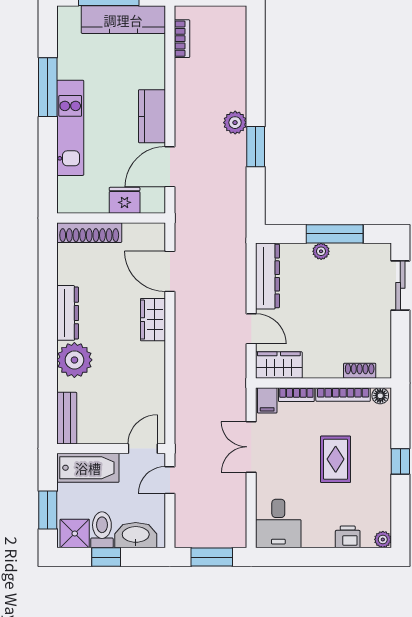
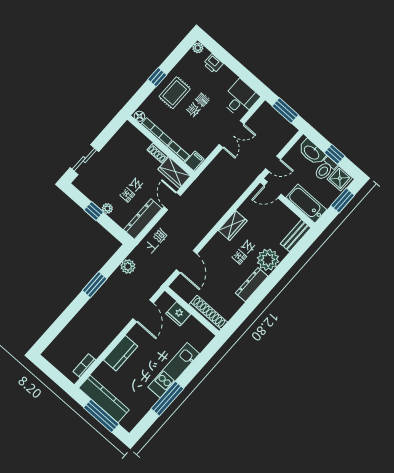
kitchen counter: (152, 116) -> (121, 353), moved
plant: (235, 123) -> (128, 266), moved
door: (170, 167) -> (143, 311), hinge flipped
window: (335, 234) -> (94, 211), width x0.46
wardrobe: (153, 320) -> (233, 226), moved
shoe rack: (360, 371) -> (157, 153), moved
double door: (251, 447) -> (231, 134), moved
rug: (336, 459) -> (175, 93), moved

